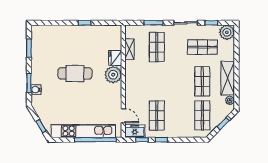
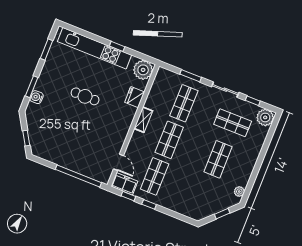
shelving: (129, 49) -> (143, 120), moved
cafe table: (75, 73) -> (85, 96), width x0.73, depth x0.74
plant: (113, 75) -> (143, 70), moved
shelving: (228, 78) -> (246, 167), removed
shop shelf: (202, 115) -> (169, 140), moved
kitchen unit: (83, 131) -> (94, 48), moved, turned 180

